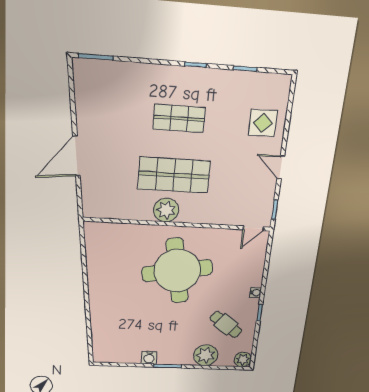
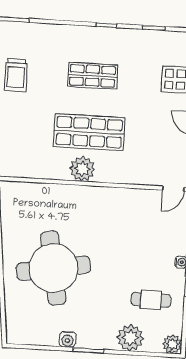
trolley: (100, 117) -> (16, 75), added
round table: (177, 271) -> (53, 268), moved
cafe table: (226, 324) -> (151, 300), turned -37

